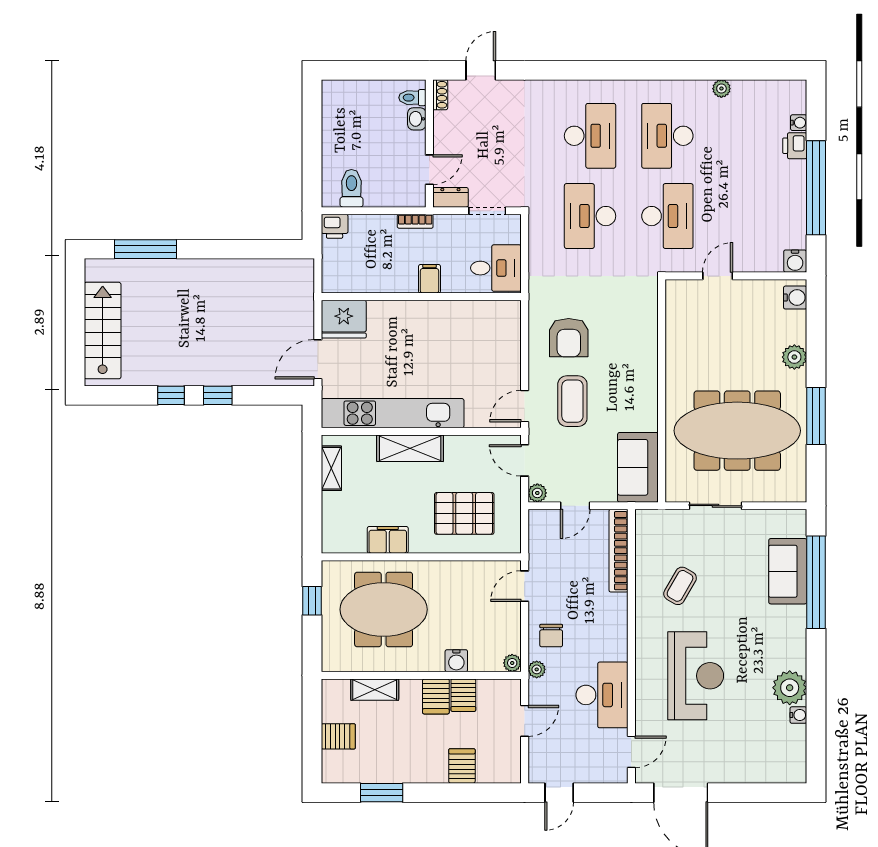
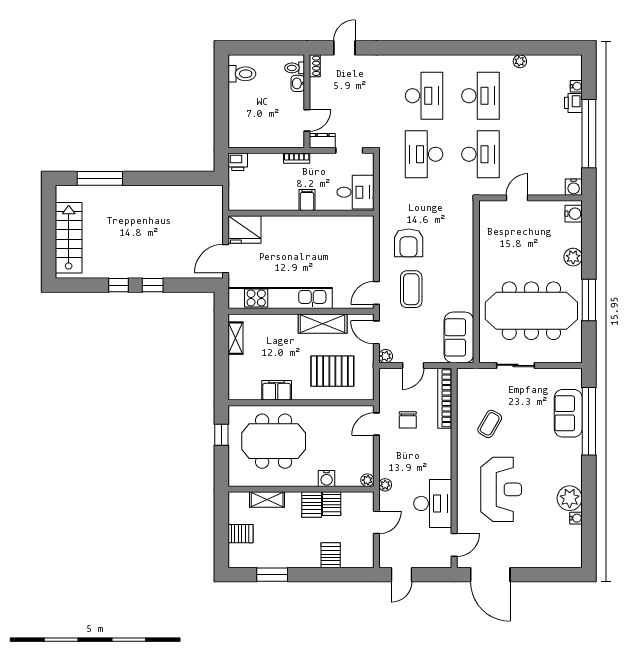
desk: (667, 136) -> (480, 96), turned 180
toilet: (351, 188) -> (242, 74), moved, turned 90
shelving: (410, 448) -> (323, 324), moved
chair: (551, 636) -> (408, 420), moved

